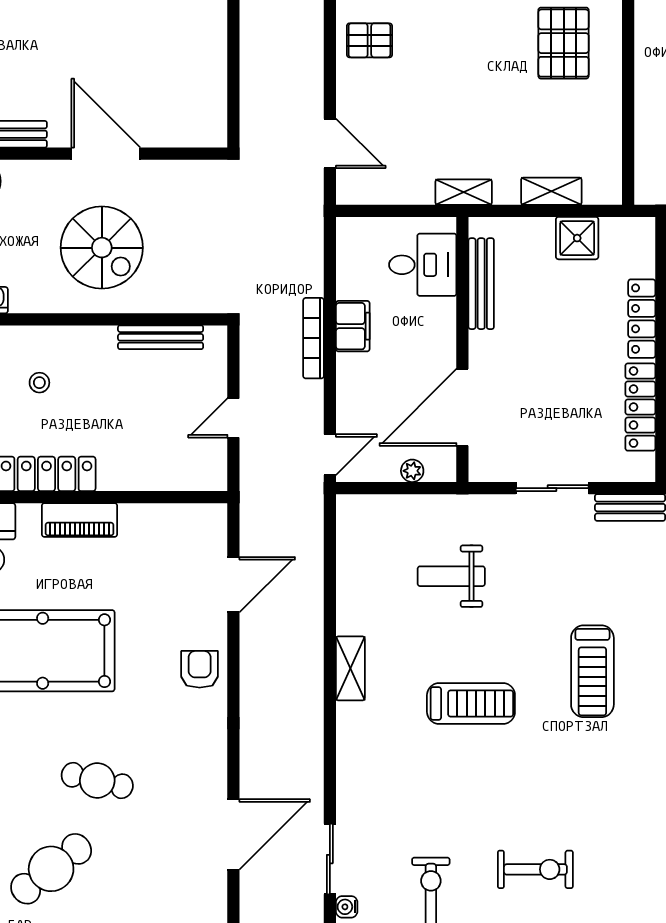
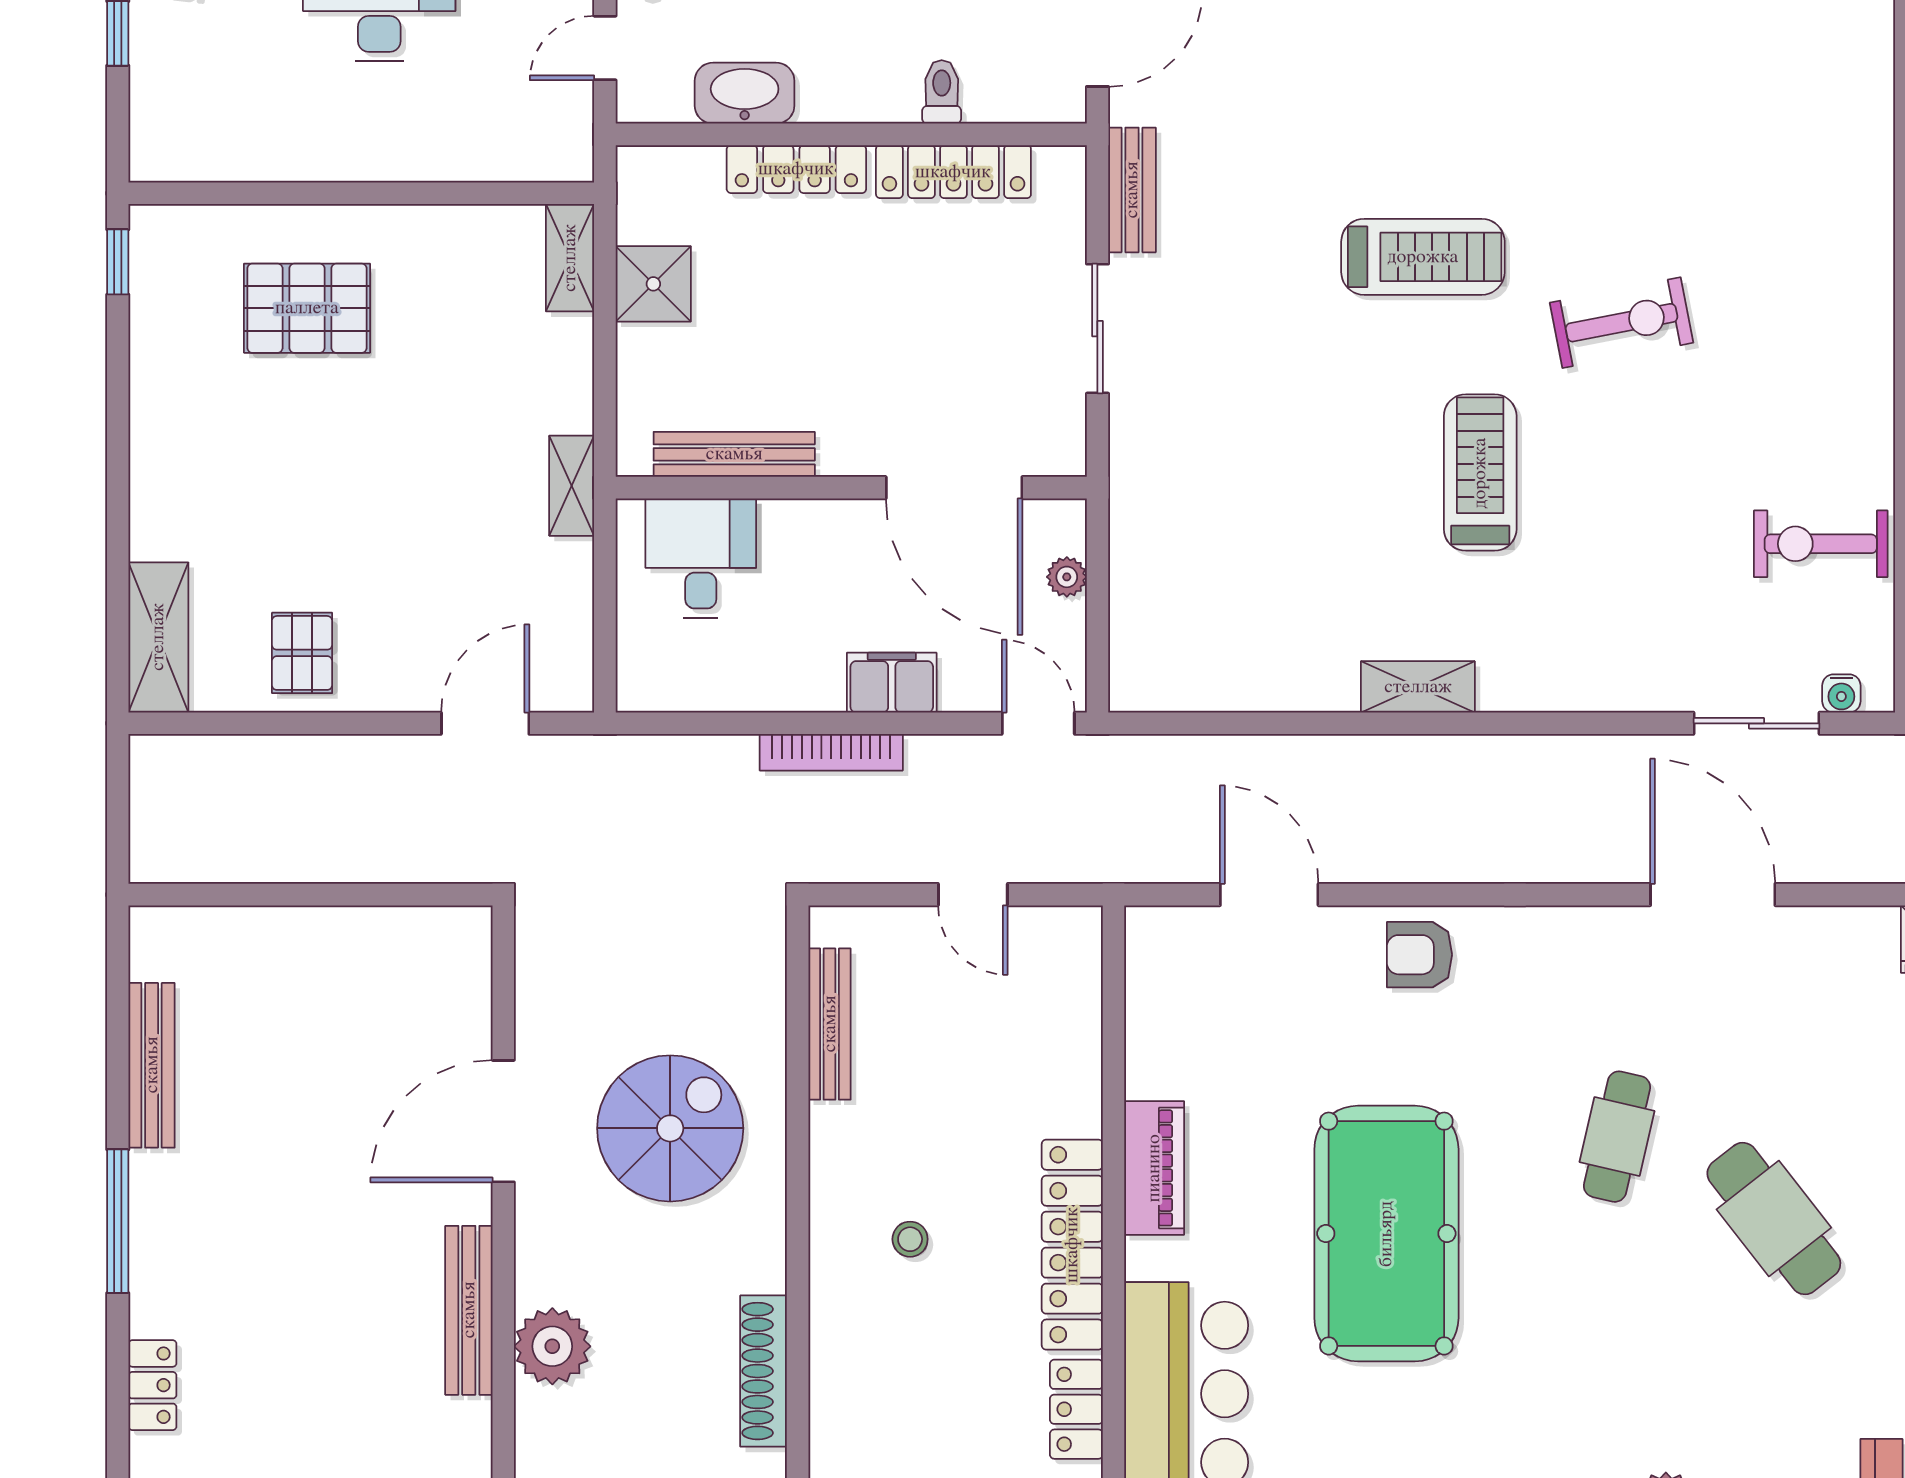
shelving: (551, 191) -> (570, 258), moved
filing cabinet: (353, 326) -> (892, 683), moved
weight bench: (451, 576) -> (1254, 508), removed
exercise bike: (535, 869) -> (1622, 323), moved, turned 79

